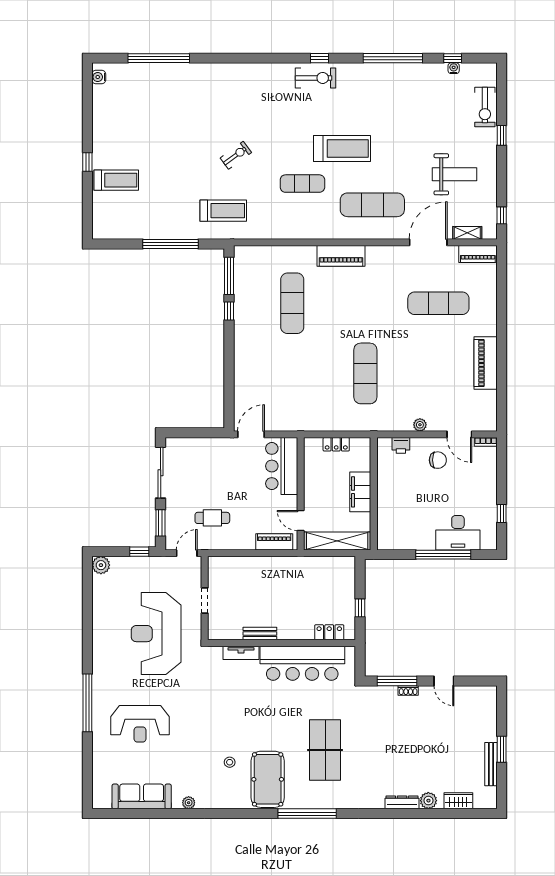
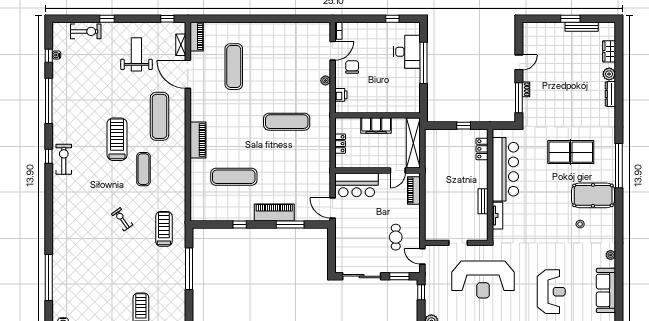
window: (229, 276) -> (290, 224), moved
piano: (486, 363) -> (274, 212), moved, turned 180

